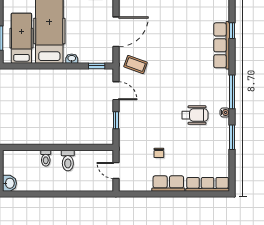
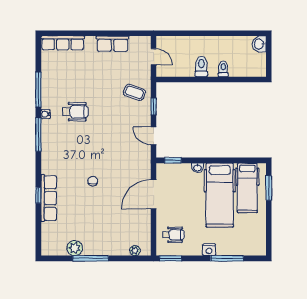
row of seats: (222, 45) -> (49, 198), moved
coffee table: (136, 65) -> (134, 92), moved
wheelchair: (195, 115) -> (75, 112), turned 180
window: (232, 137) -> (38, 90), width x1.44
chair: (159, 153) -> (93, 181), moved
row of seats: (168, 184) -> (113, 44), moved

